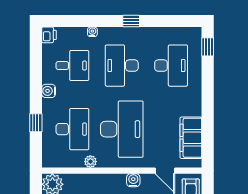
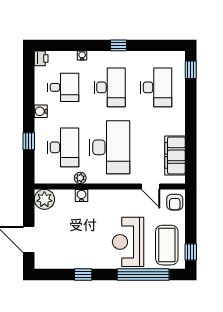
desk: (122, 66) -> (110, 87), turned 180
water cooler: (133, 180) -> (82, 195), moved

